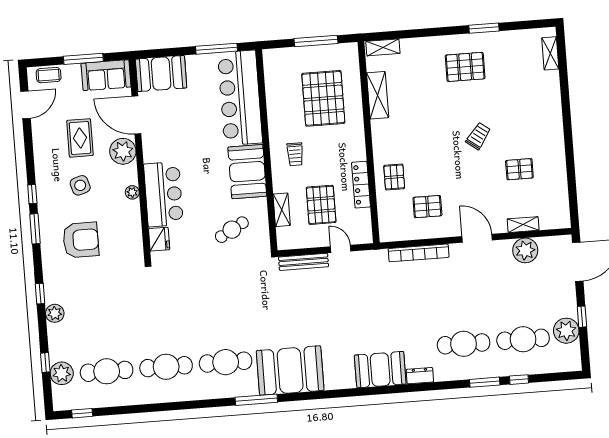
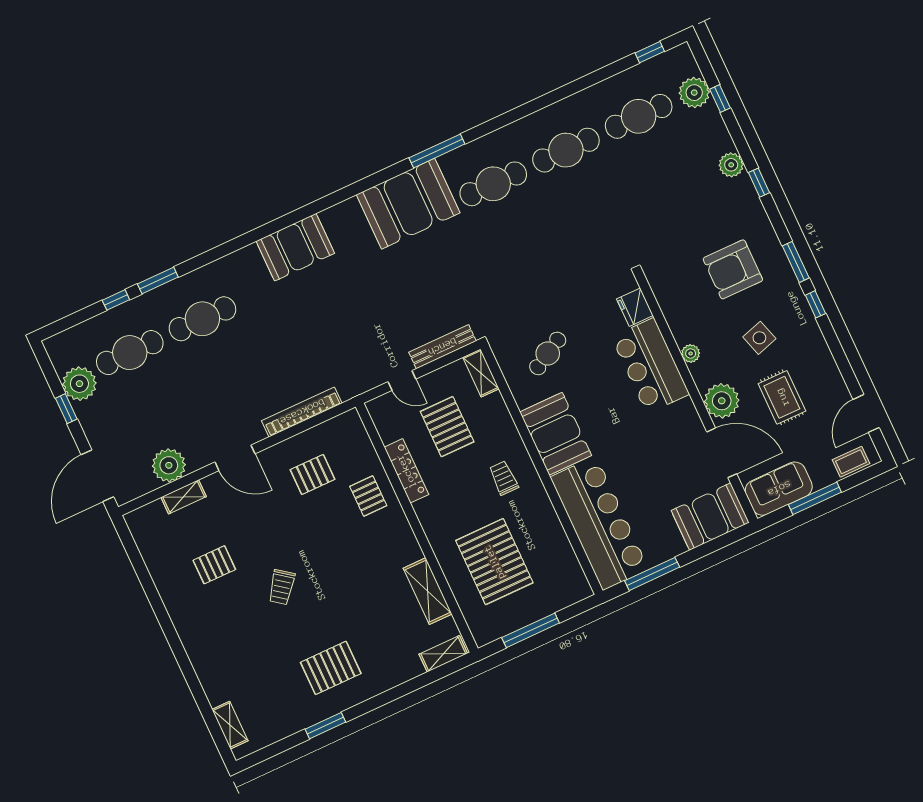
shelving: (282, 210) -> (481, 373), moved
dresser: (420, 376) -> (242, 258), removed

